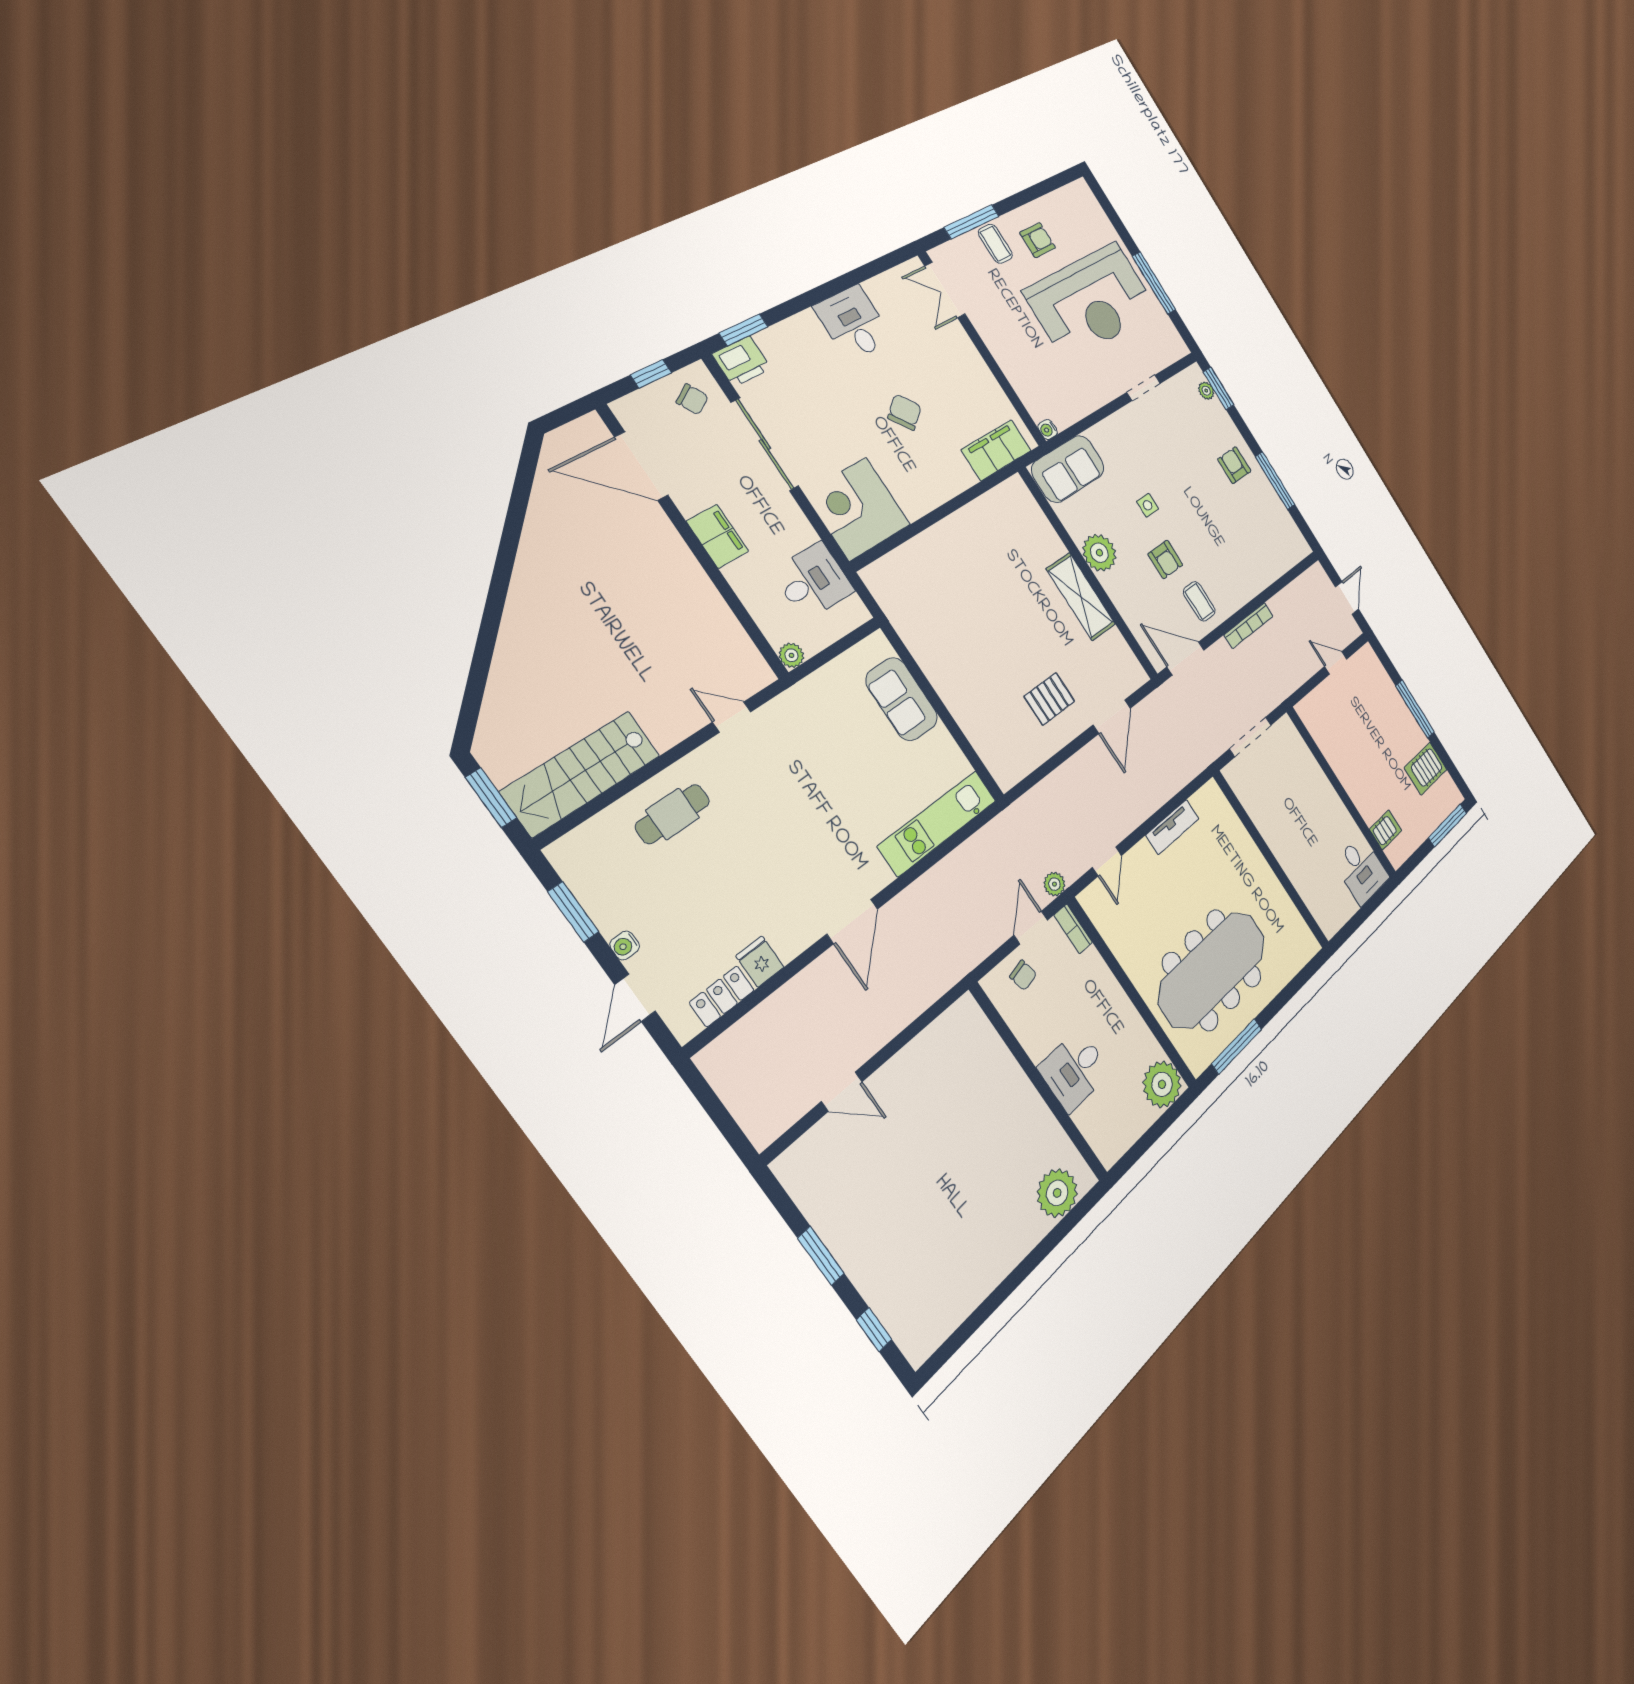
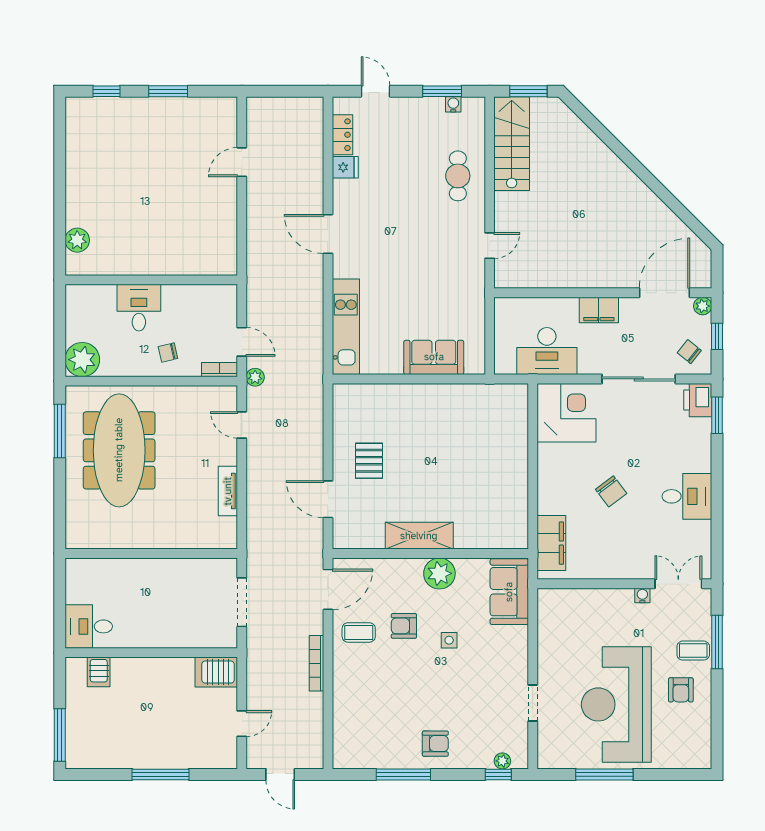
window: (1219, 388) -> (498, 774), width x0.67
chair: (692, 399) -> (689, 352), turned 70
water cooler: (1048, 429) -> (642, 595), moved
desk: (813, 581) -> (547, 351), width x1.37
plant: (791, 655) -> (703, 306), moved
server rack: (1426, 769) -> (216, 672), moved, turned -90
water cooler: (625, 945) -> (453, 104), moved
chair: (1023, 975) -> (168, 353), moved
plant: (1057, 1193) -> (77, 240), width x0.73, depth x0.73

